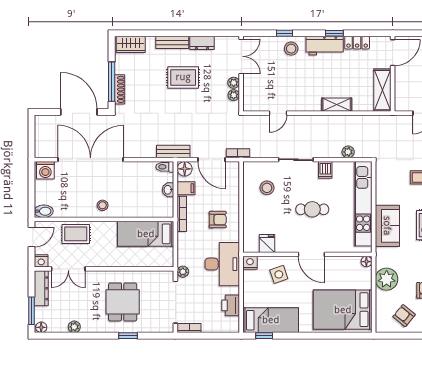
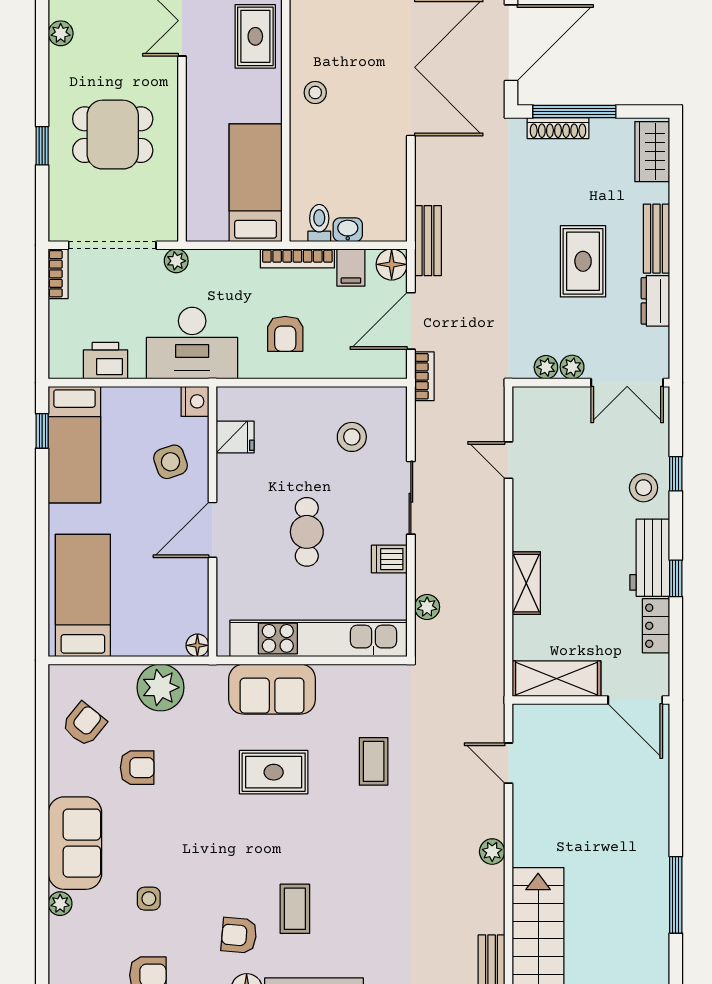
toilet: (165, 167) -> (319, 223), moved
bed: (343, 310) -> (83, 596), width x0.67

